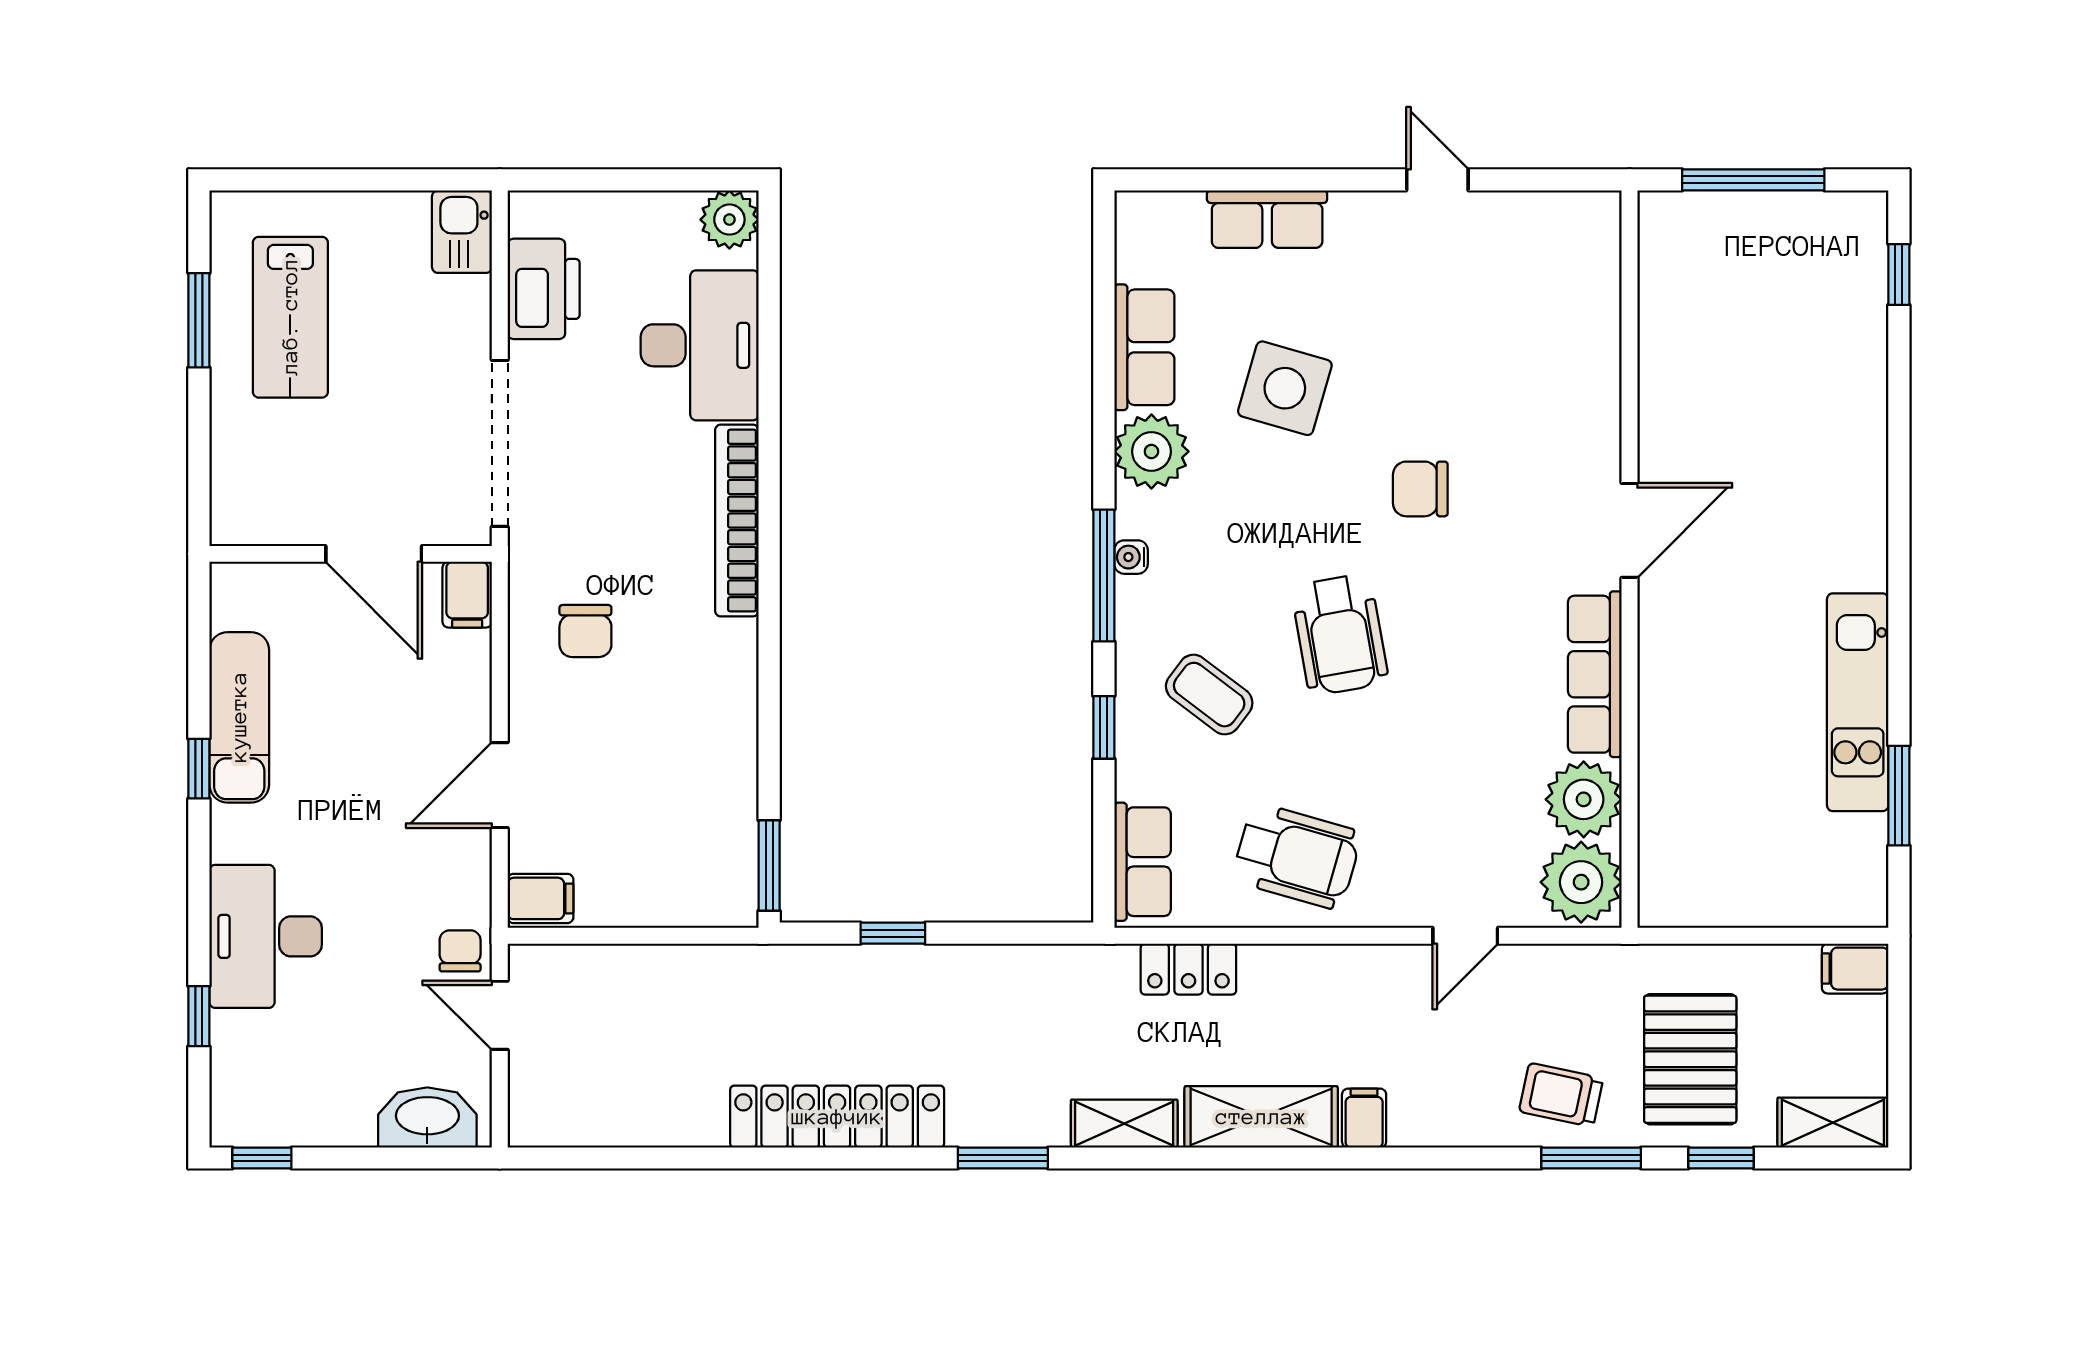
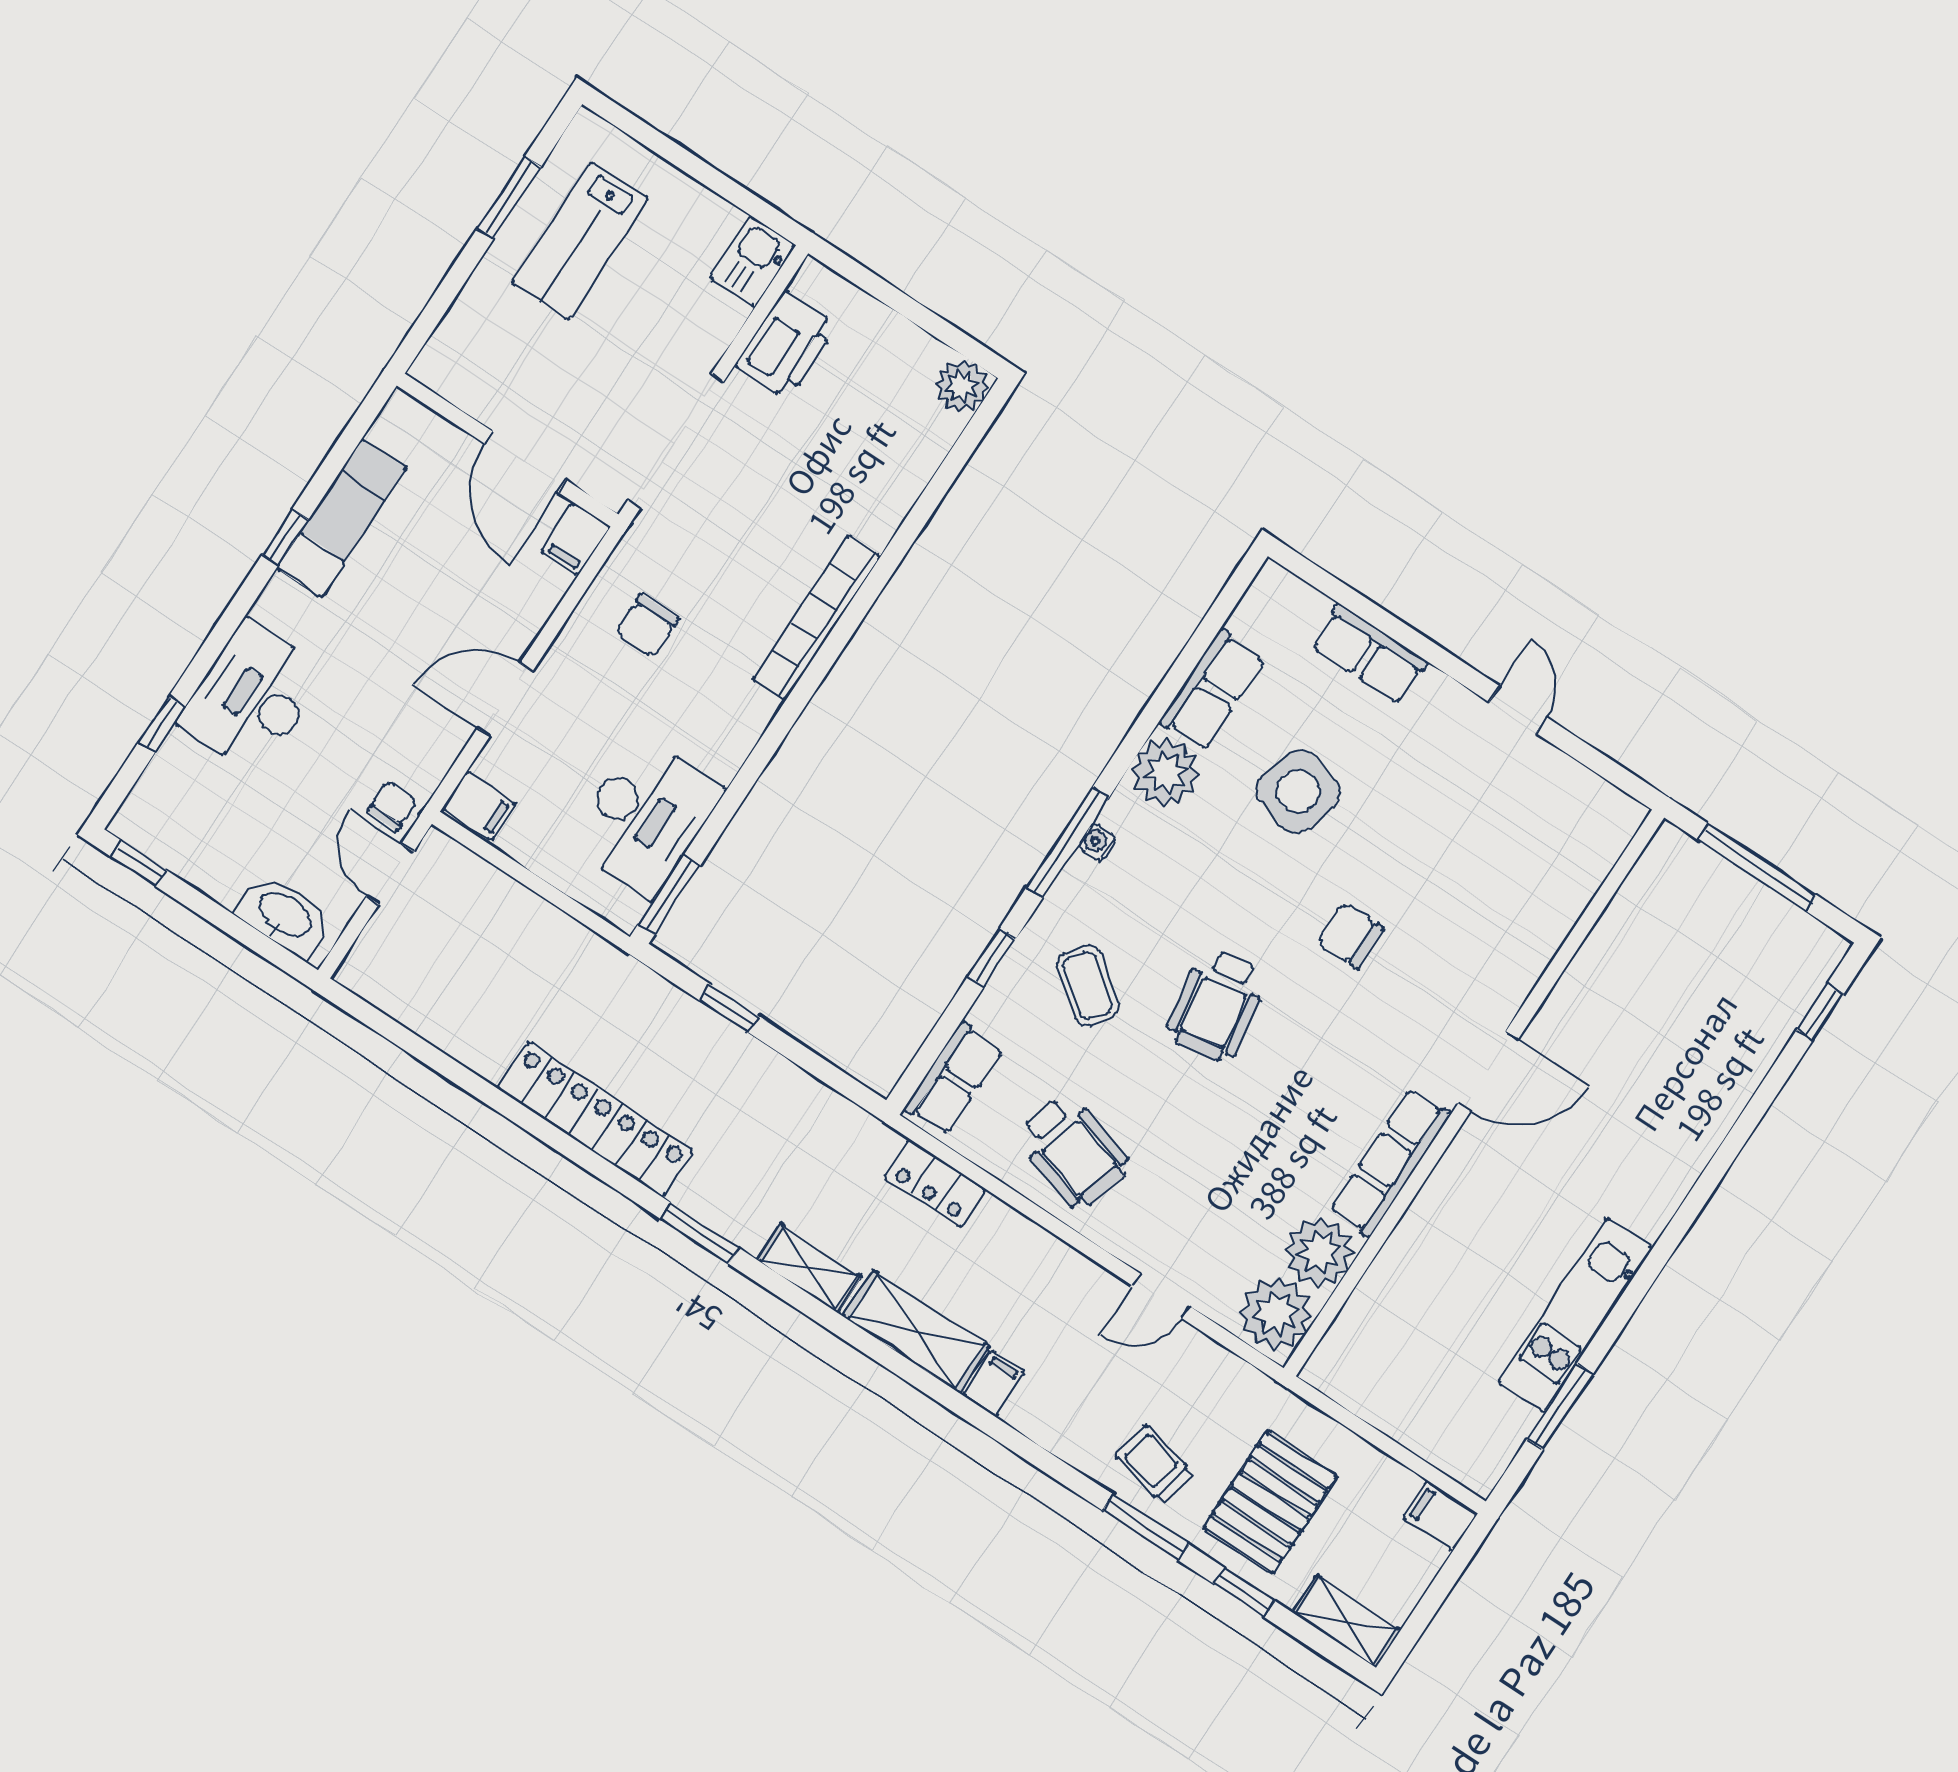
desk: (700, 345) -> (645, 817), moved

